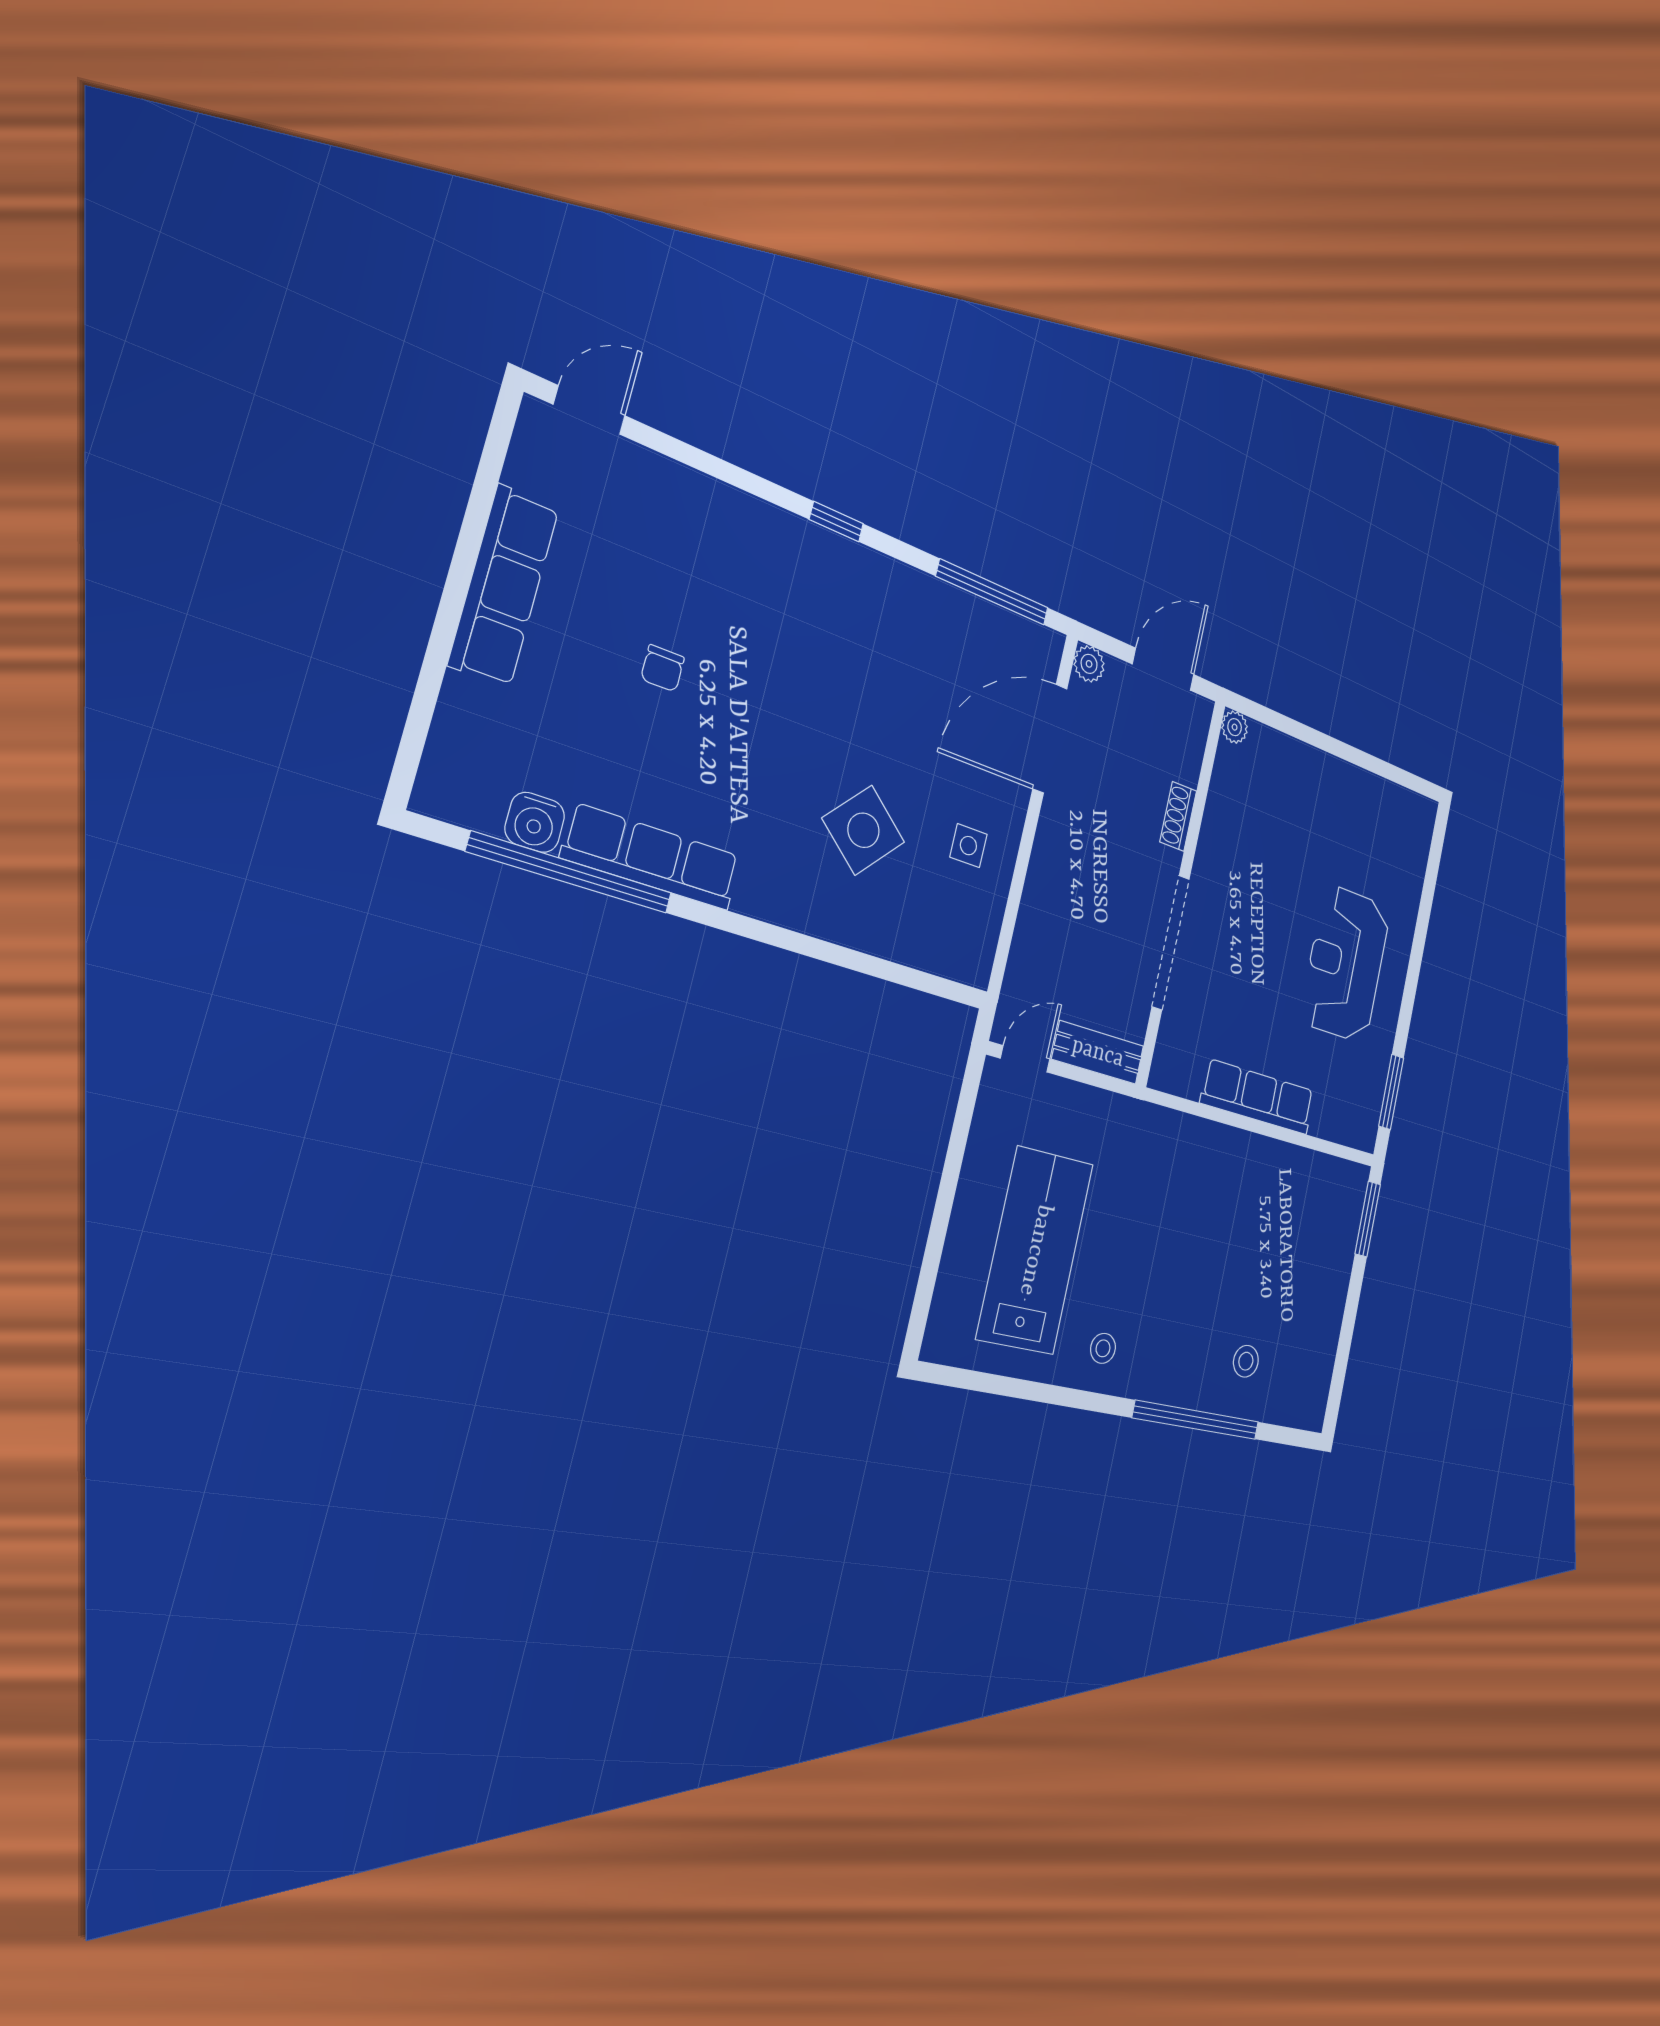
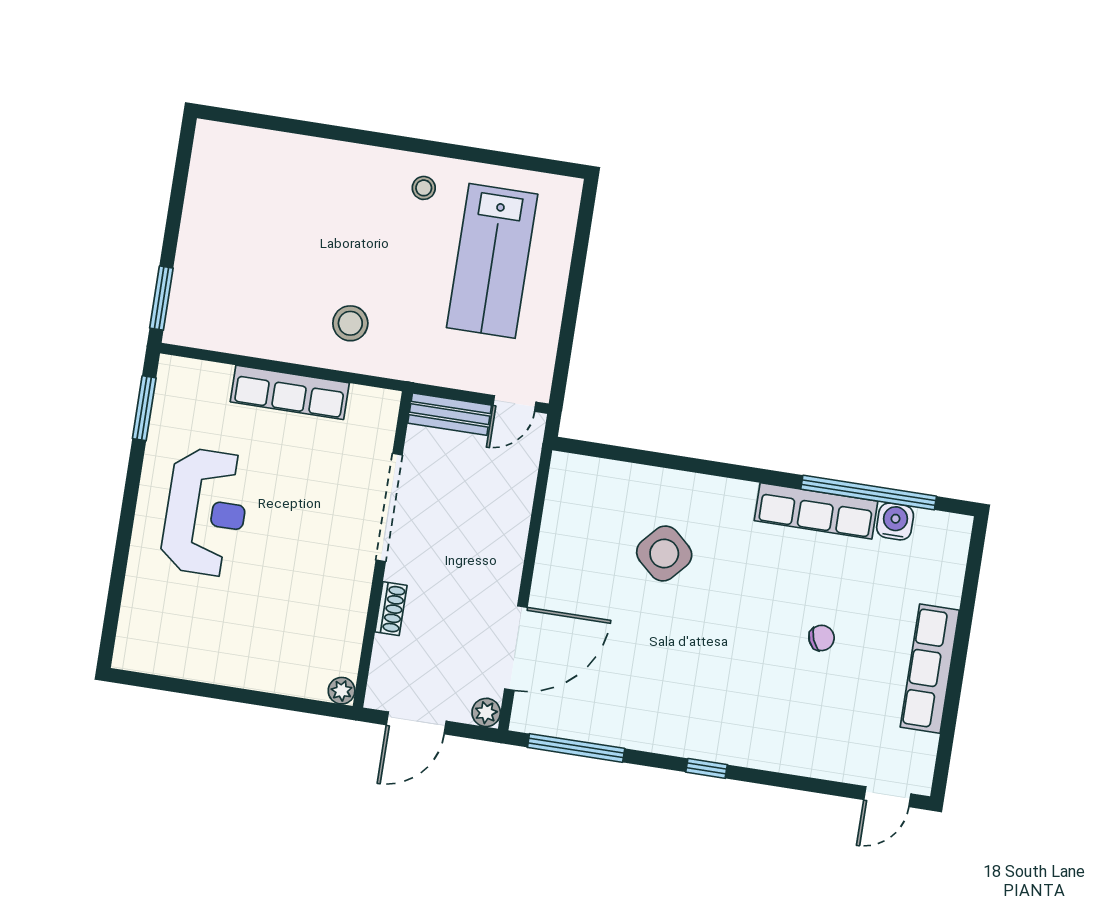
chair: (663, 668) -> (822, 638), turned 68
side table: (968, 846) -> (578, 556), removed
stool: (1246, 1361) -> (350, 323), moved, width x1.37, depth x1.37
window: (1196, 1420) -> (329, 132), removed

